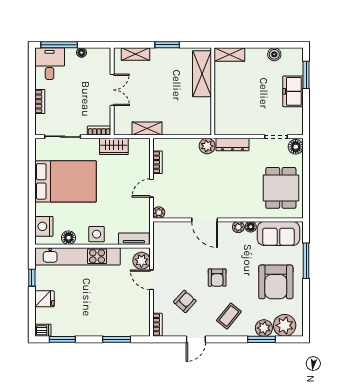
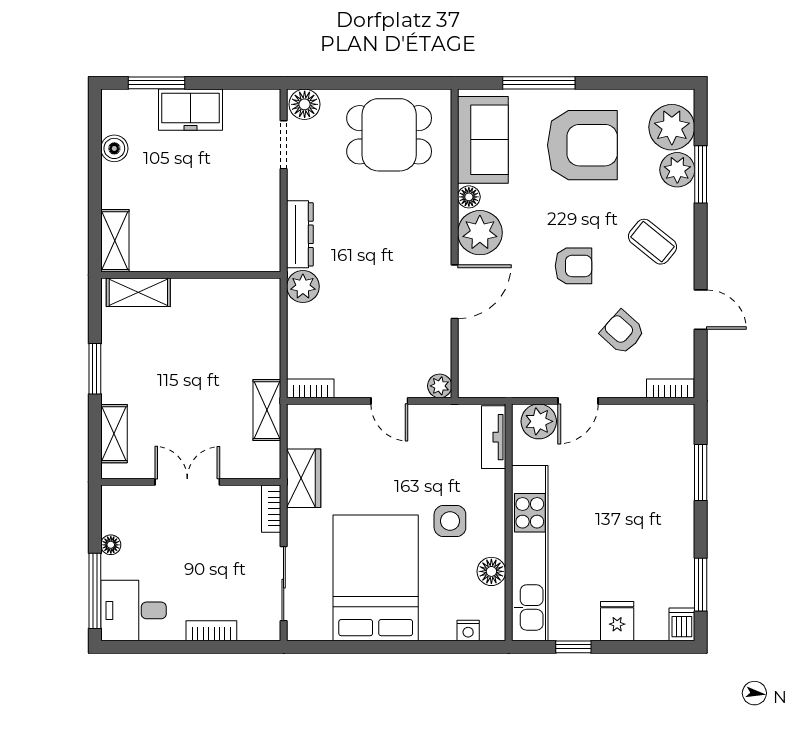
shelving: (202, 74) -> (138, 292), width x0.67, depth x0.75
bookcase: (158, 162) -> (310, 388), moved
nightstand: (44, 226) -> (468, 631), width x0.53, depth x0.56
plant: (238, 227) -> (480, 233), width x1.88, depth x1.88
side table: (97, 234) -> (450, 521), moved

